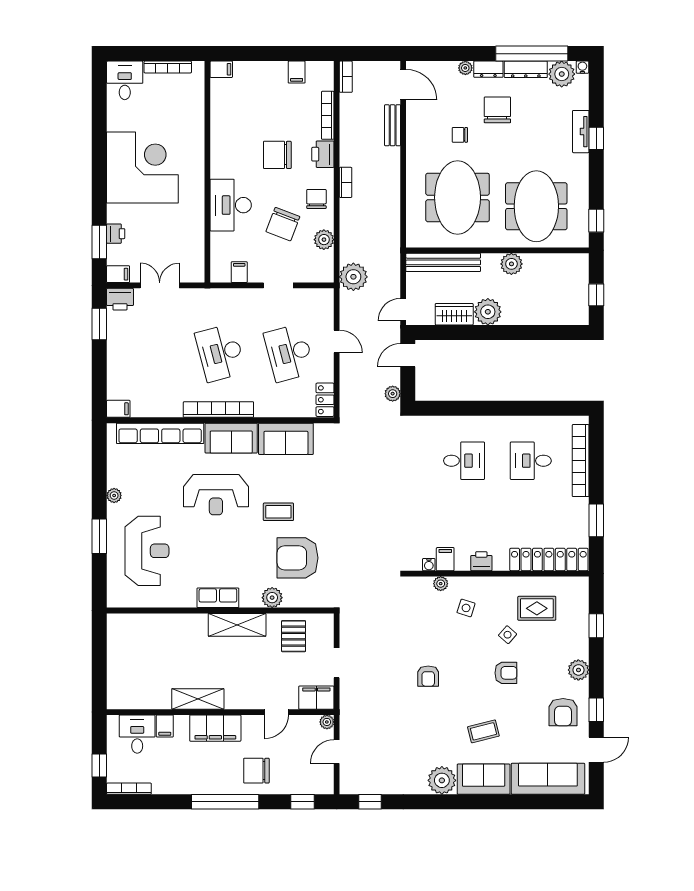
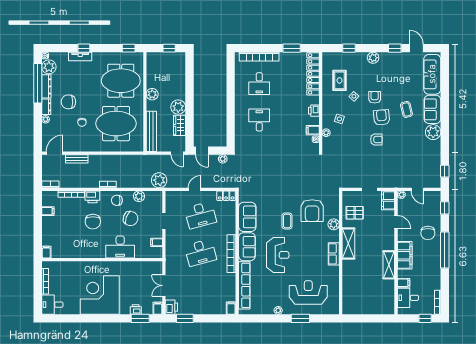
armchair: (563, 712) -> (382, 117), moved, turned -95

